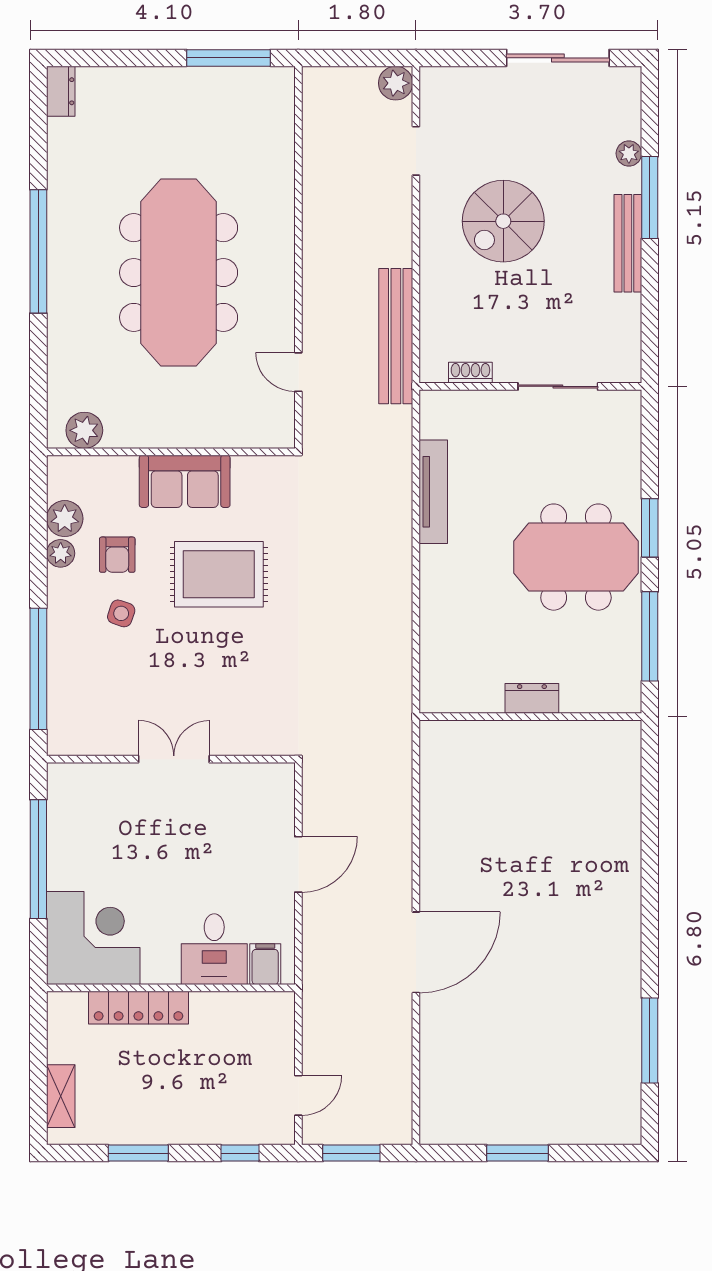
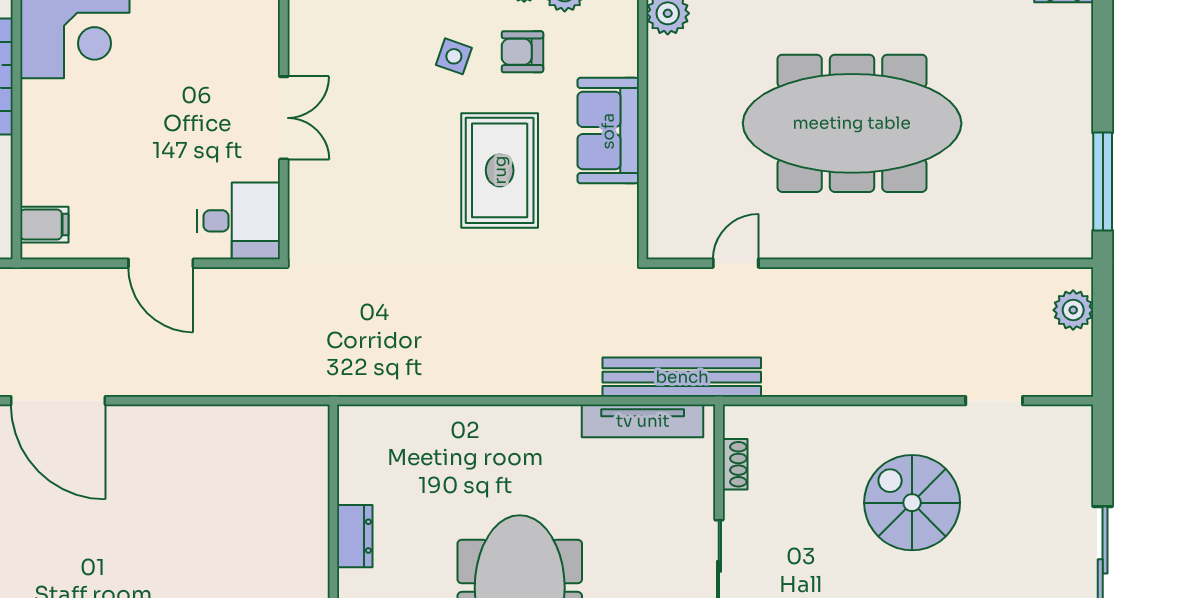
plant: (396, 83) -> (1073, 310), moved
bench: (396, 336) -> (682, 377), moved
tv unit: (433, 492) -> (643, 421), moved
desk: (214, 949) -> (238, 221), moved, turned 180

